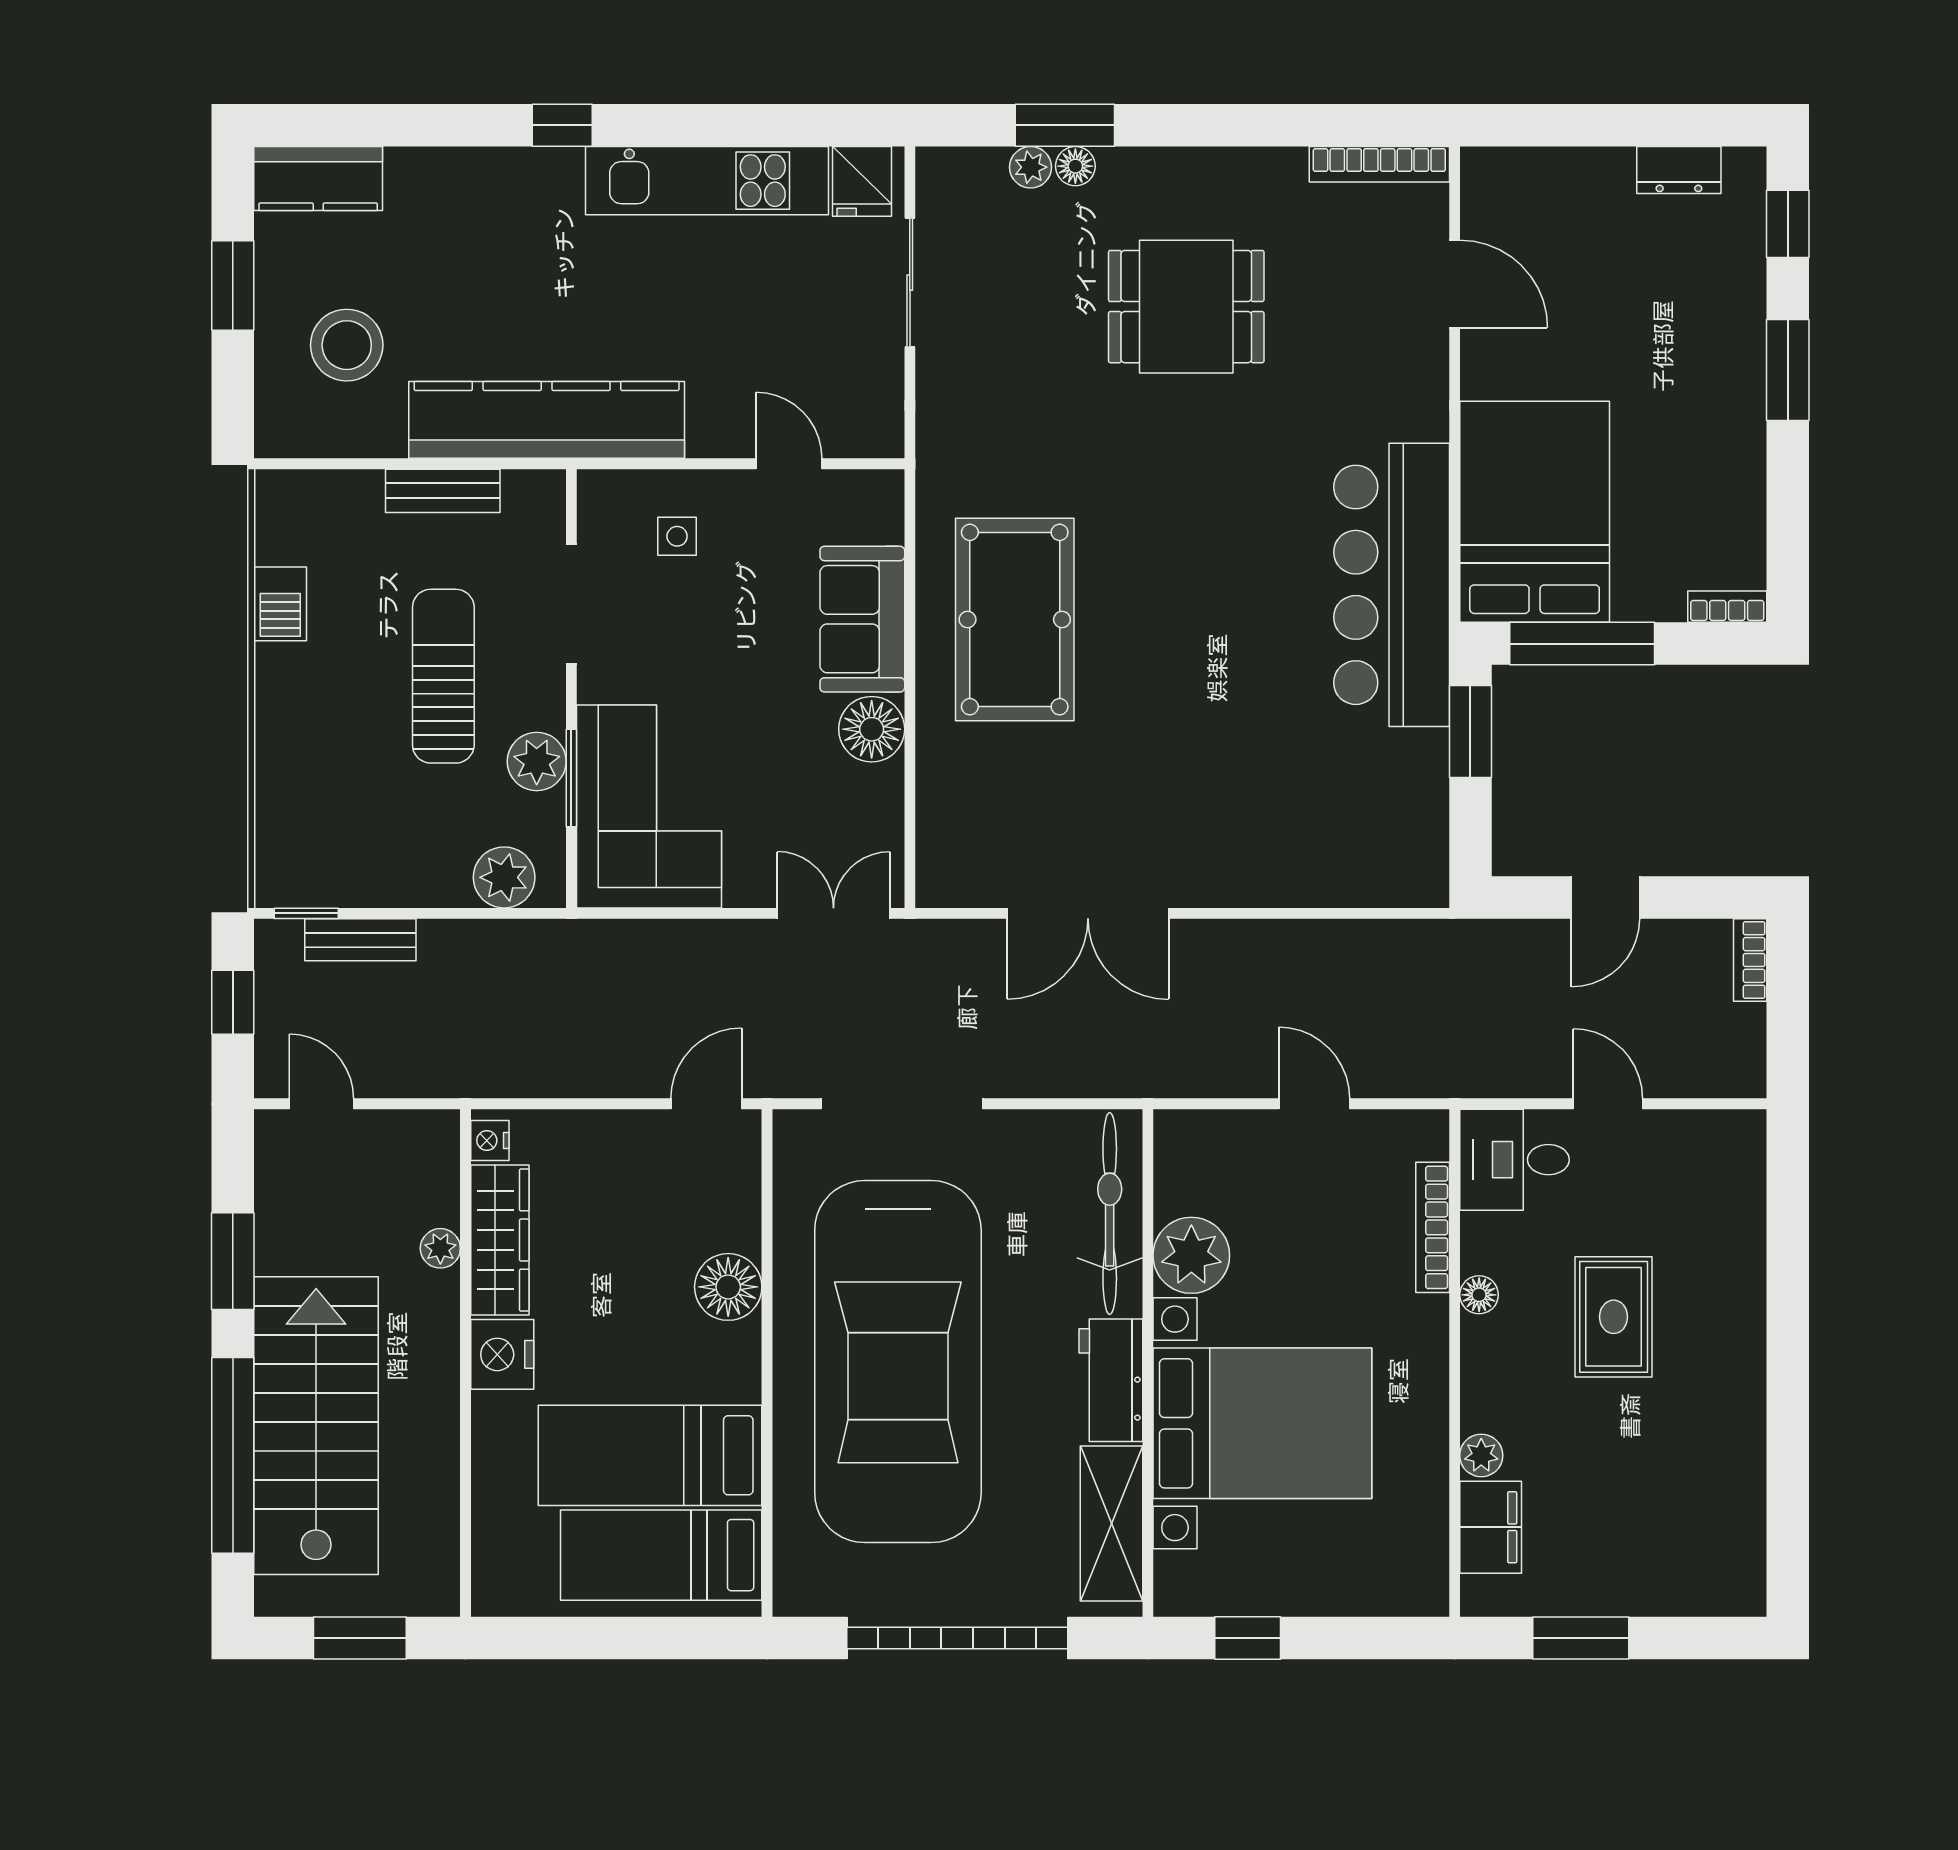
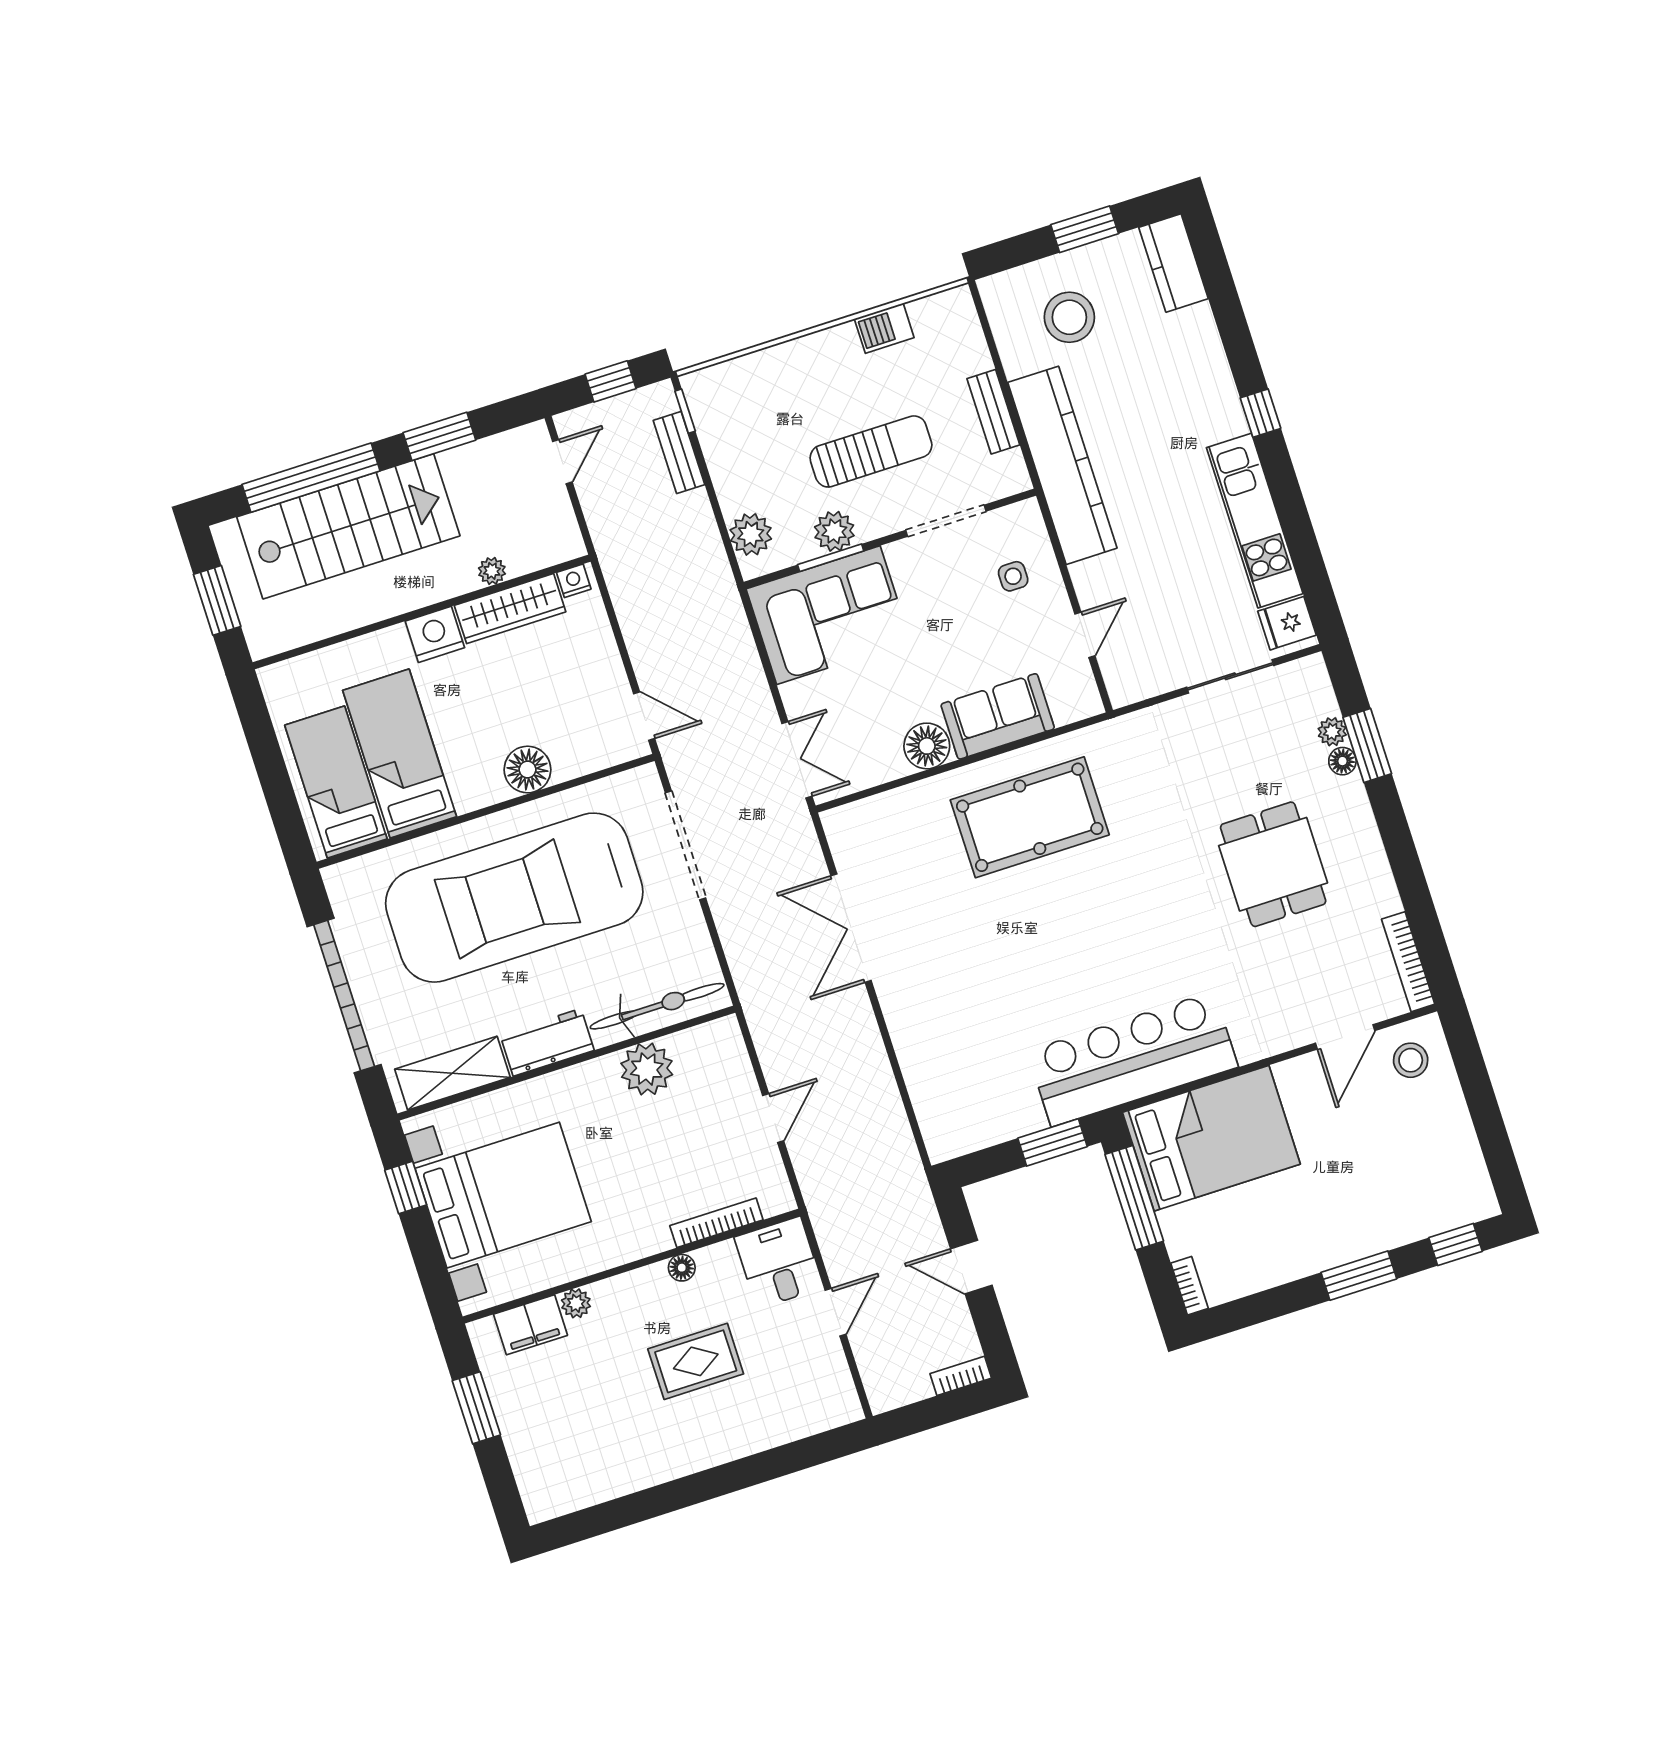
dresser: (1679, 170) -> (1468, 1161), removed
stool: (1515, 204) -> (1411, 1060), added
bed with nightstands: (1262, 1423) -> (503, 1195), moved, turned -90

